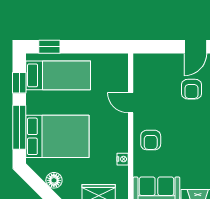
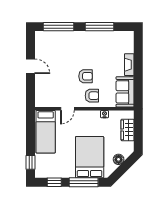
bed: (58, 75) -> (46, 132), moved, turned 180
armchair: (191, 89) -> (86, 76), moved

